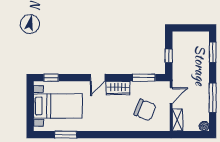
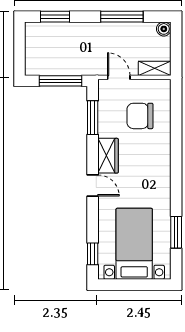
window: (169, 56) -> (60, 81), width x2.17
chair: (145, 110) -> (140, 116), turned -112

